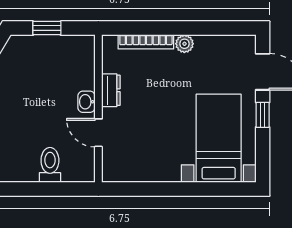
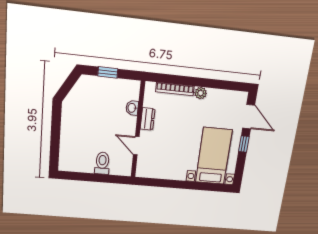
washbasin: (86, 102) -> (132, 108), moved

